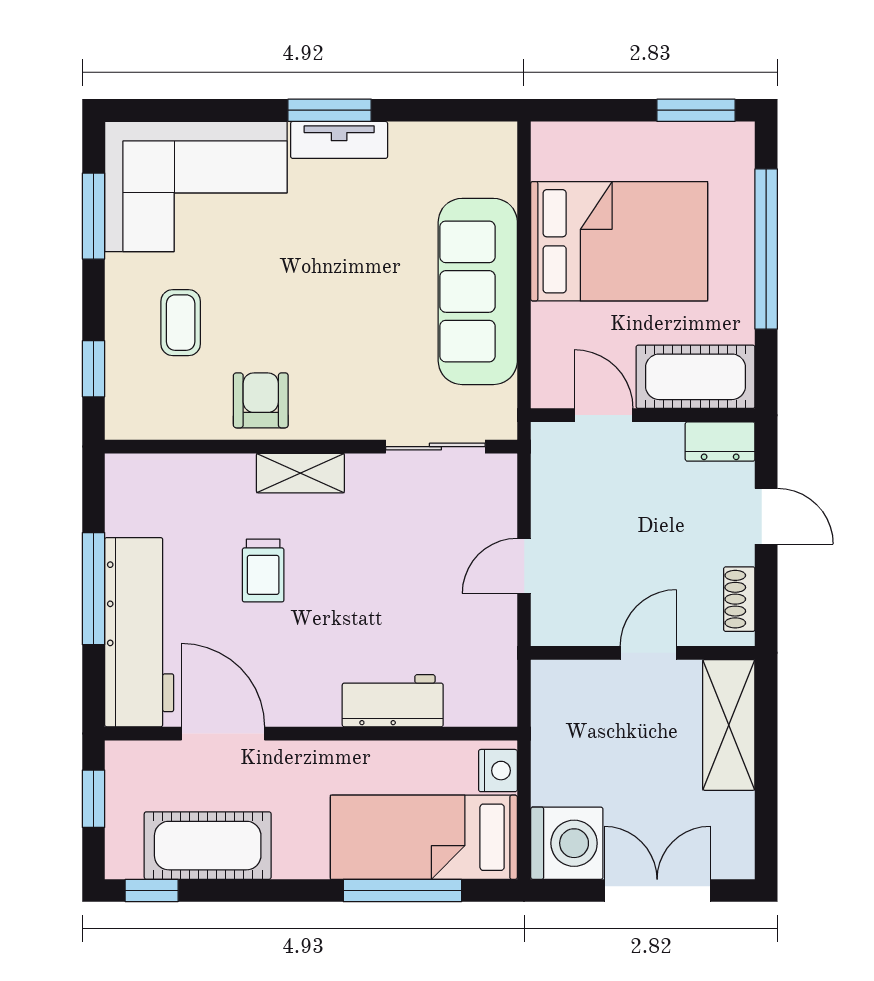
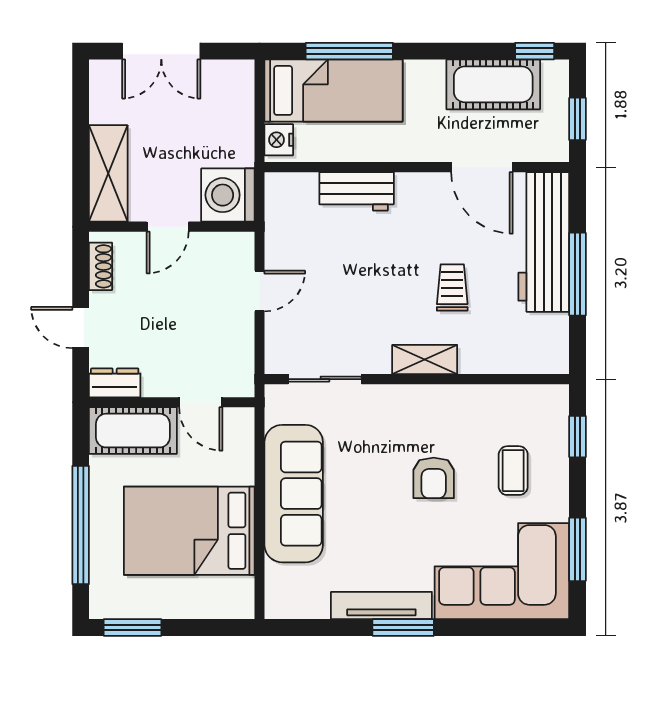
tv unit: (339, 140) -> (381, 606), width x1.41
armchair: (261, 400) -> (434, 478), moved
washing machine: (567, 843) -> (228, 195), moved

